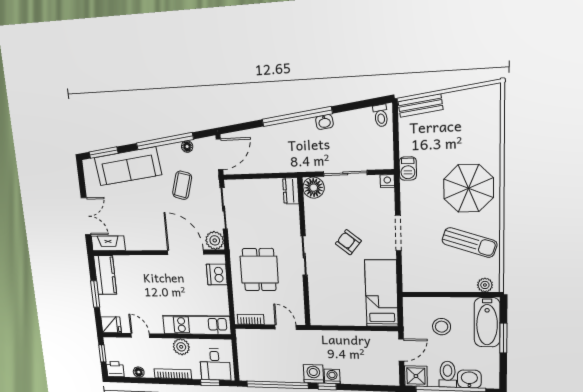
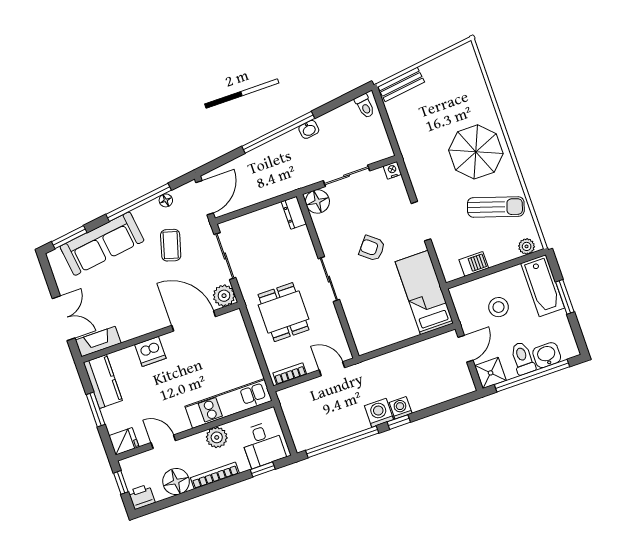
barbecue: (408, 168) -> (474, 264), moved, turned -90
dishwasher: (217, 274) -> (150, 351), moved, turned -90
floor lamp: (139, 372) -> (176, 482), width x1.89, depth x1.89

